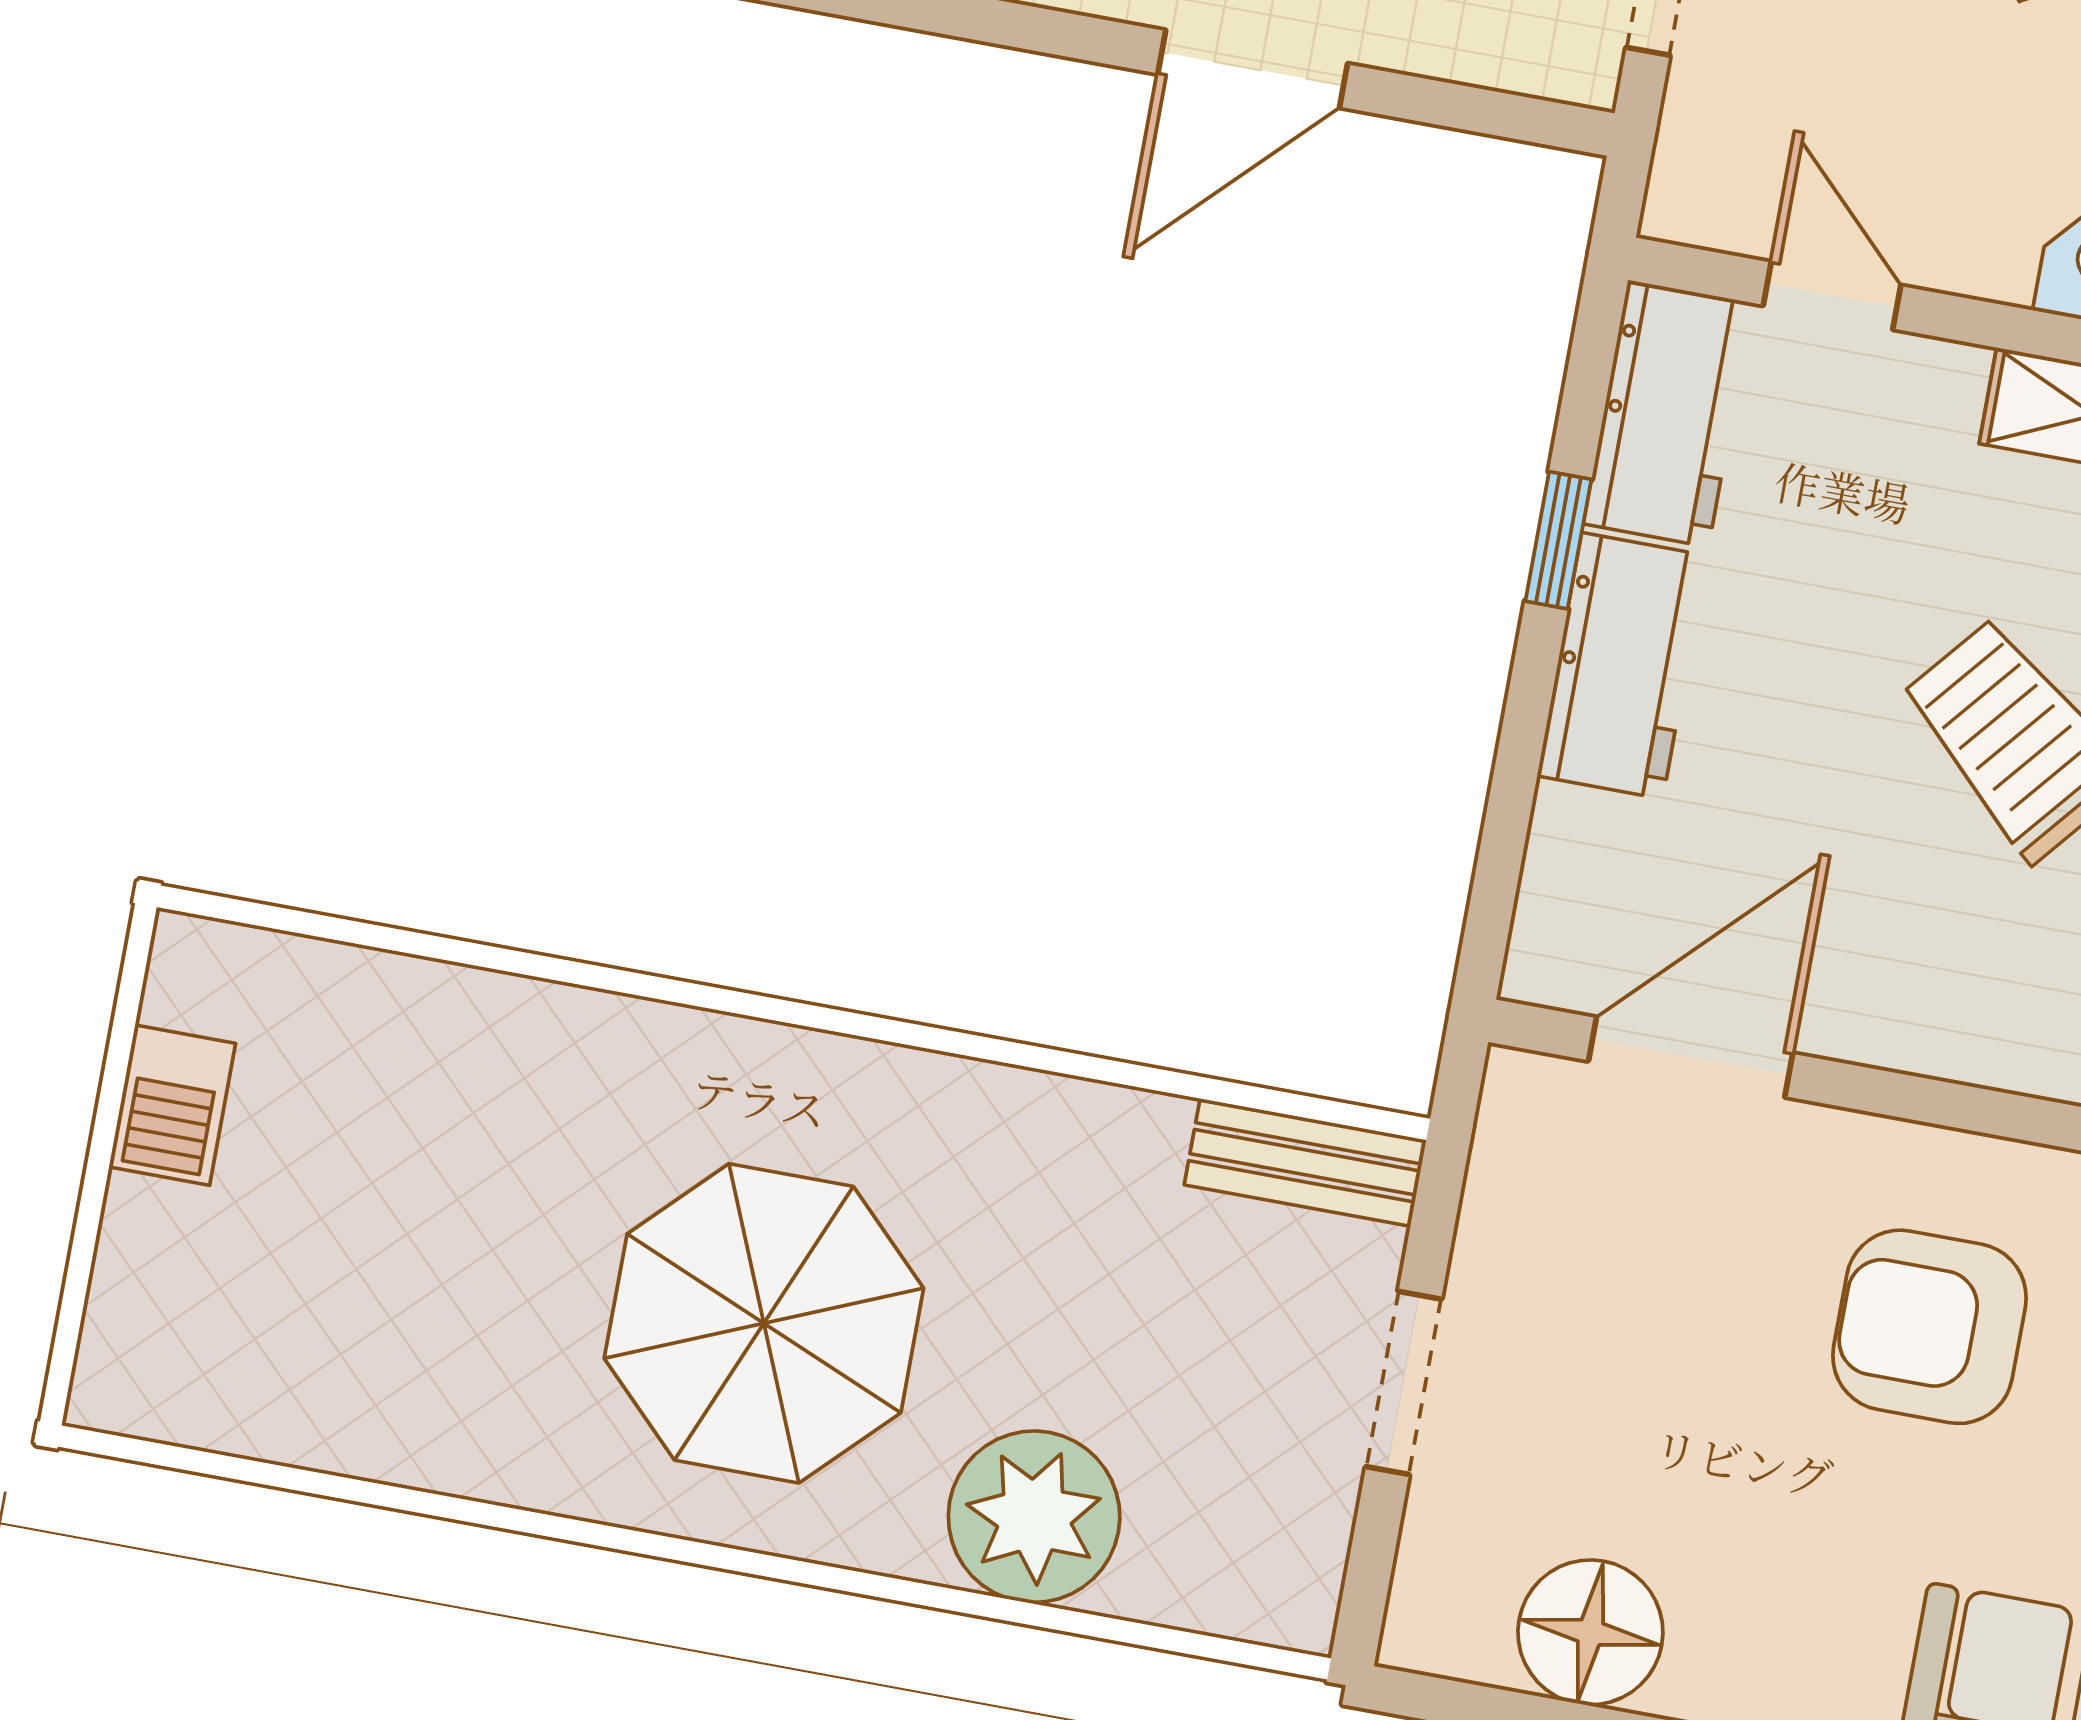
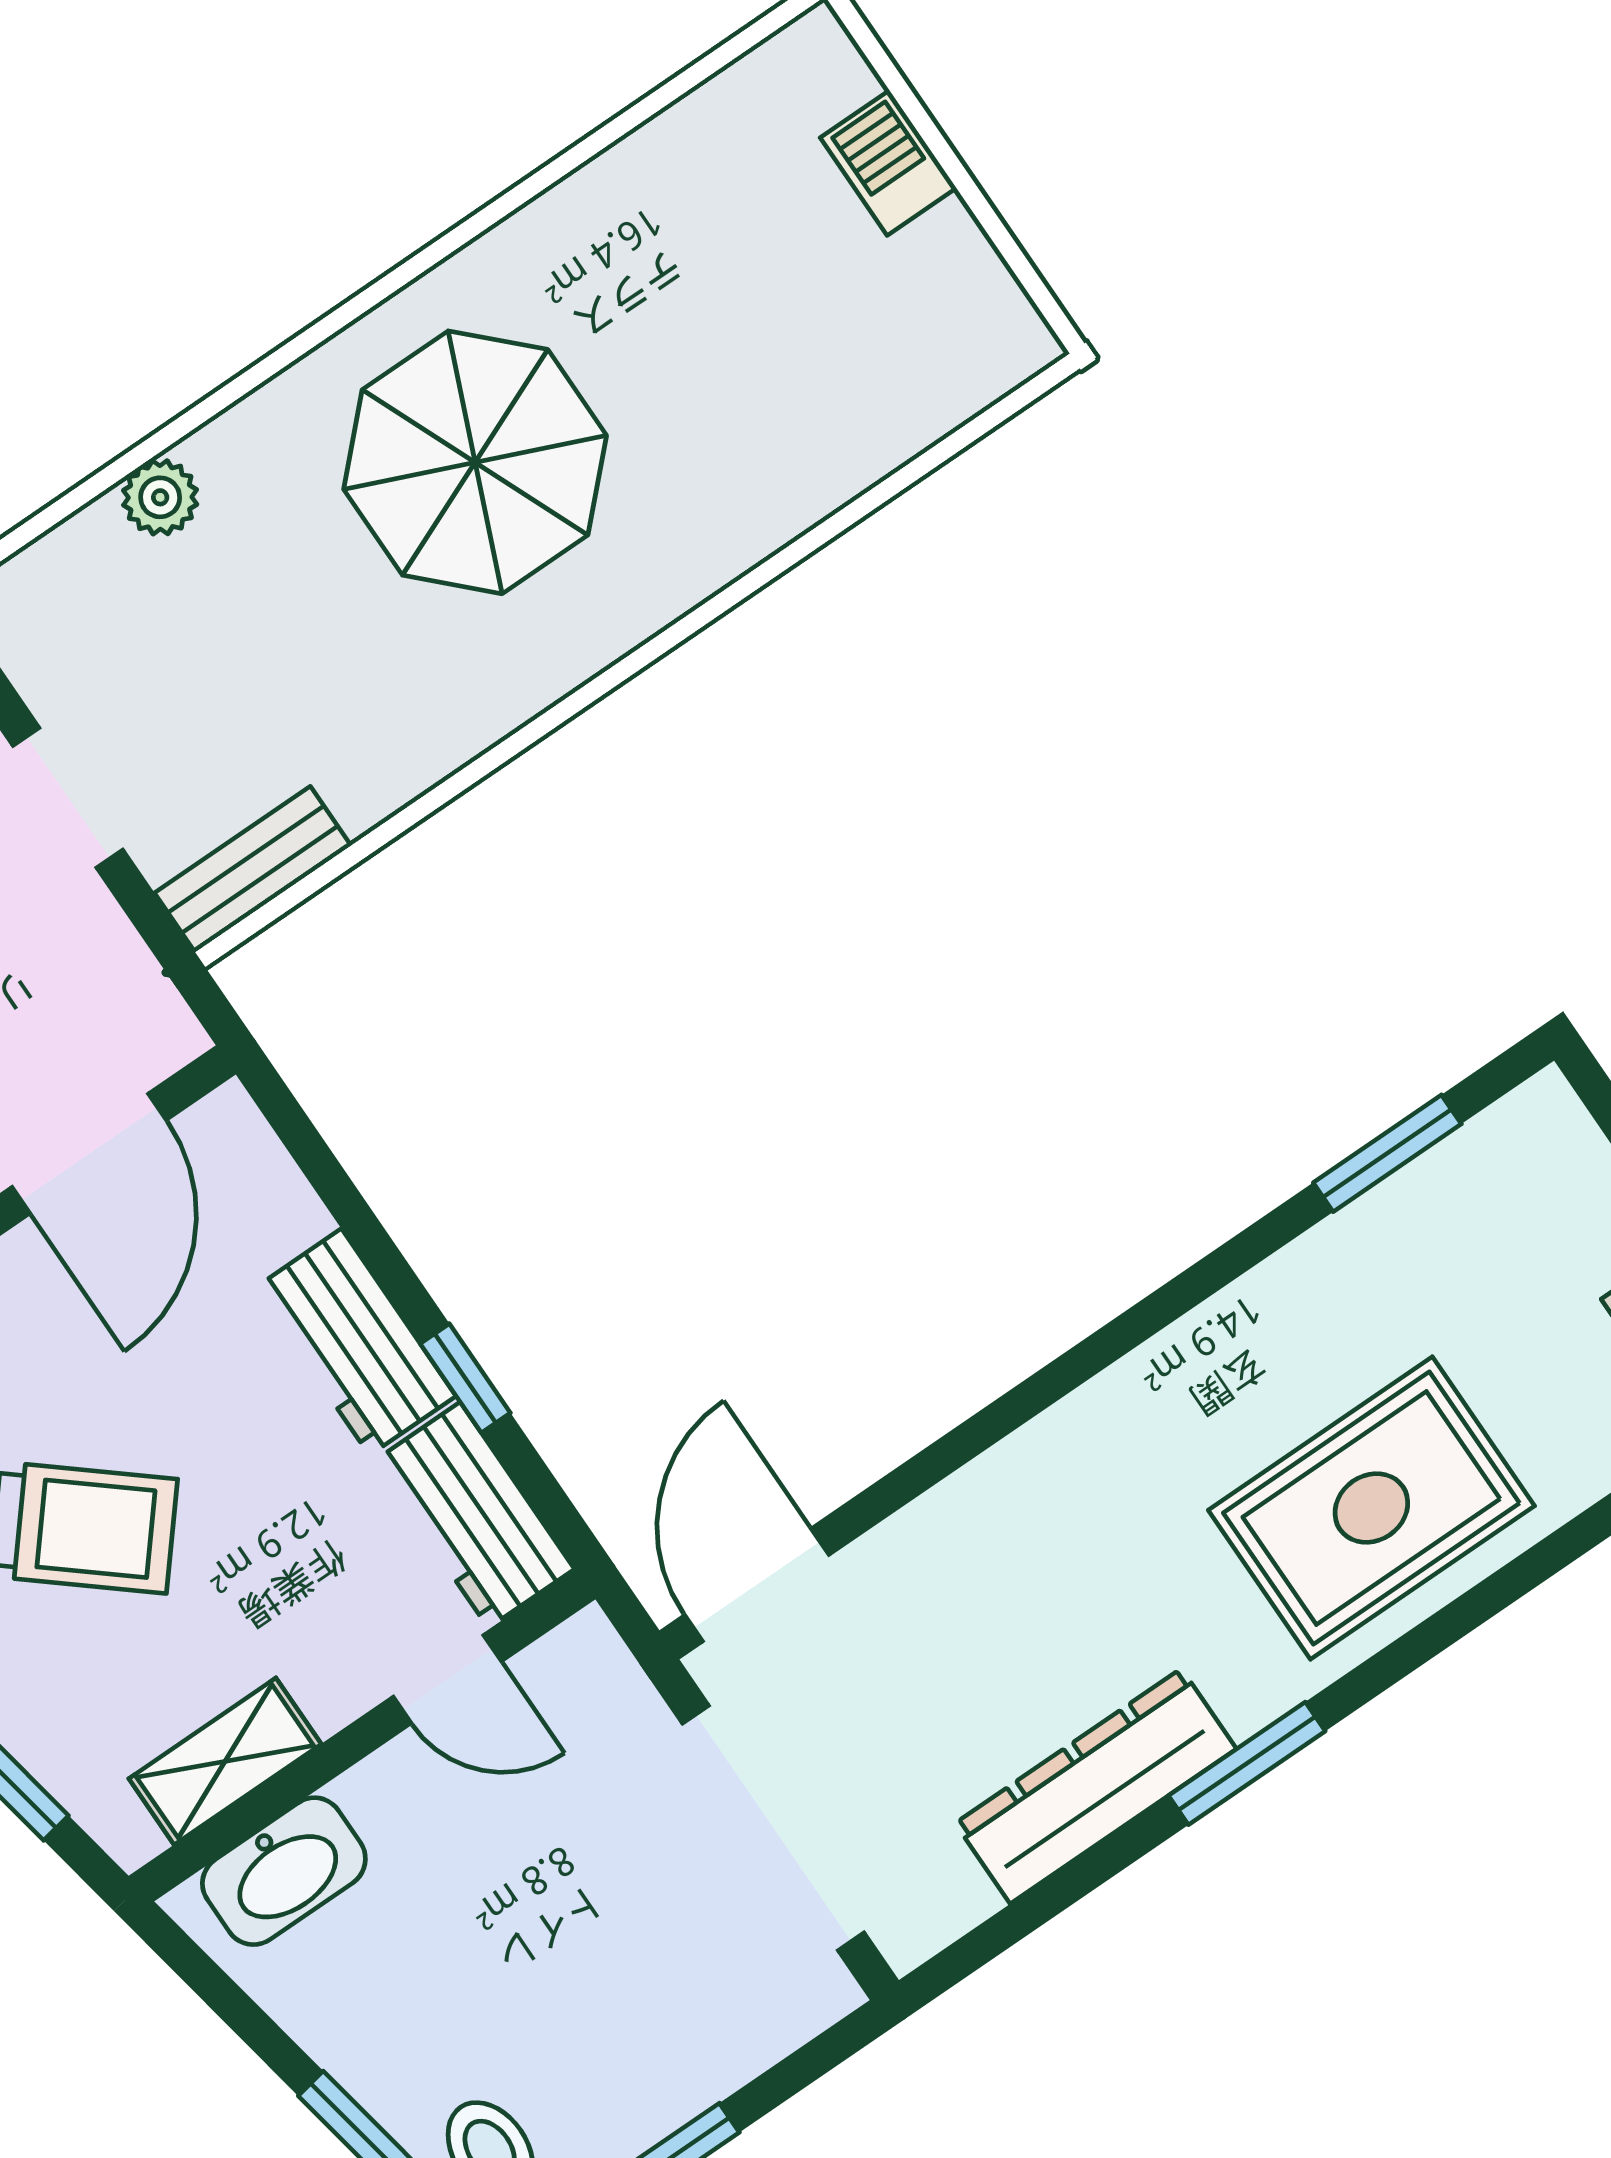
door: (1253, 69) -> (757, 1585), moved
barbecue: (172, 1105) -> (888, 163), moved
plant: (1034, 1517) -> (160, 497), width x0.53, depth x0.53

